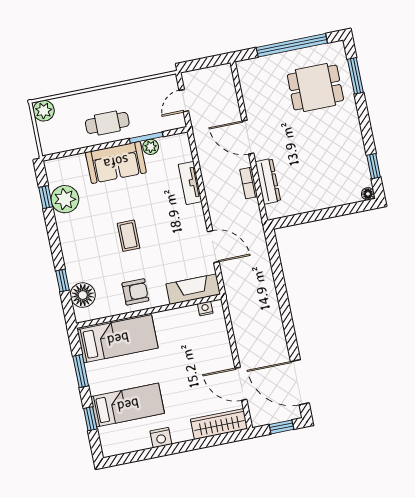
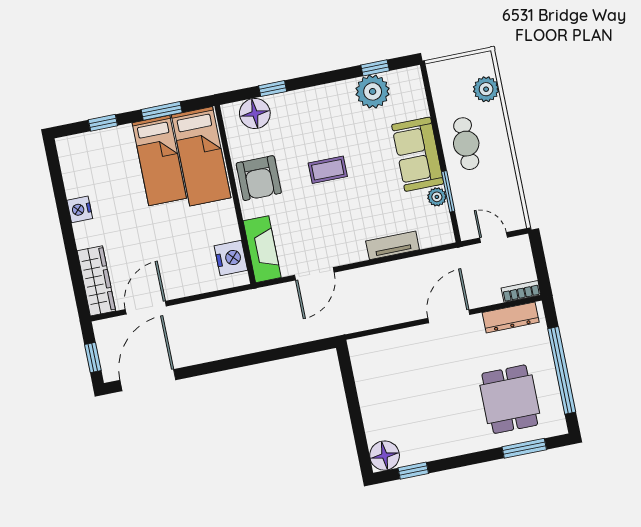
plant: (44, 111) -> (486, 89), moved
dresser: (268, 181) -> (511, 317), moved
bookcase: (249, 183) -> (521, 291), moved
floor lamp: (368, 194) -> (385, 456), width x1.89, depth x1.89
armchair: (135, 292) -> (259, 178), width x1.38, depth x1.38
nightstand: (205, 308) -> (231, 258), width x1.89, depth x1.79
bed: (128, 405) -> (159, 160), moved

